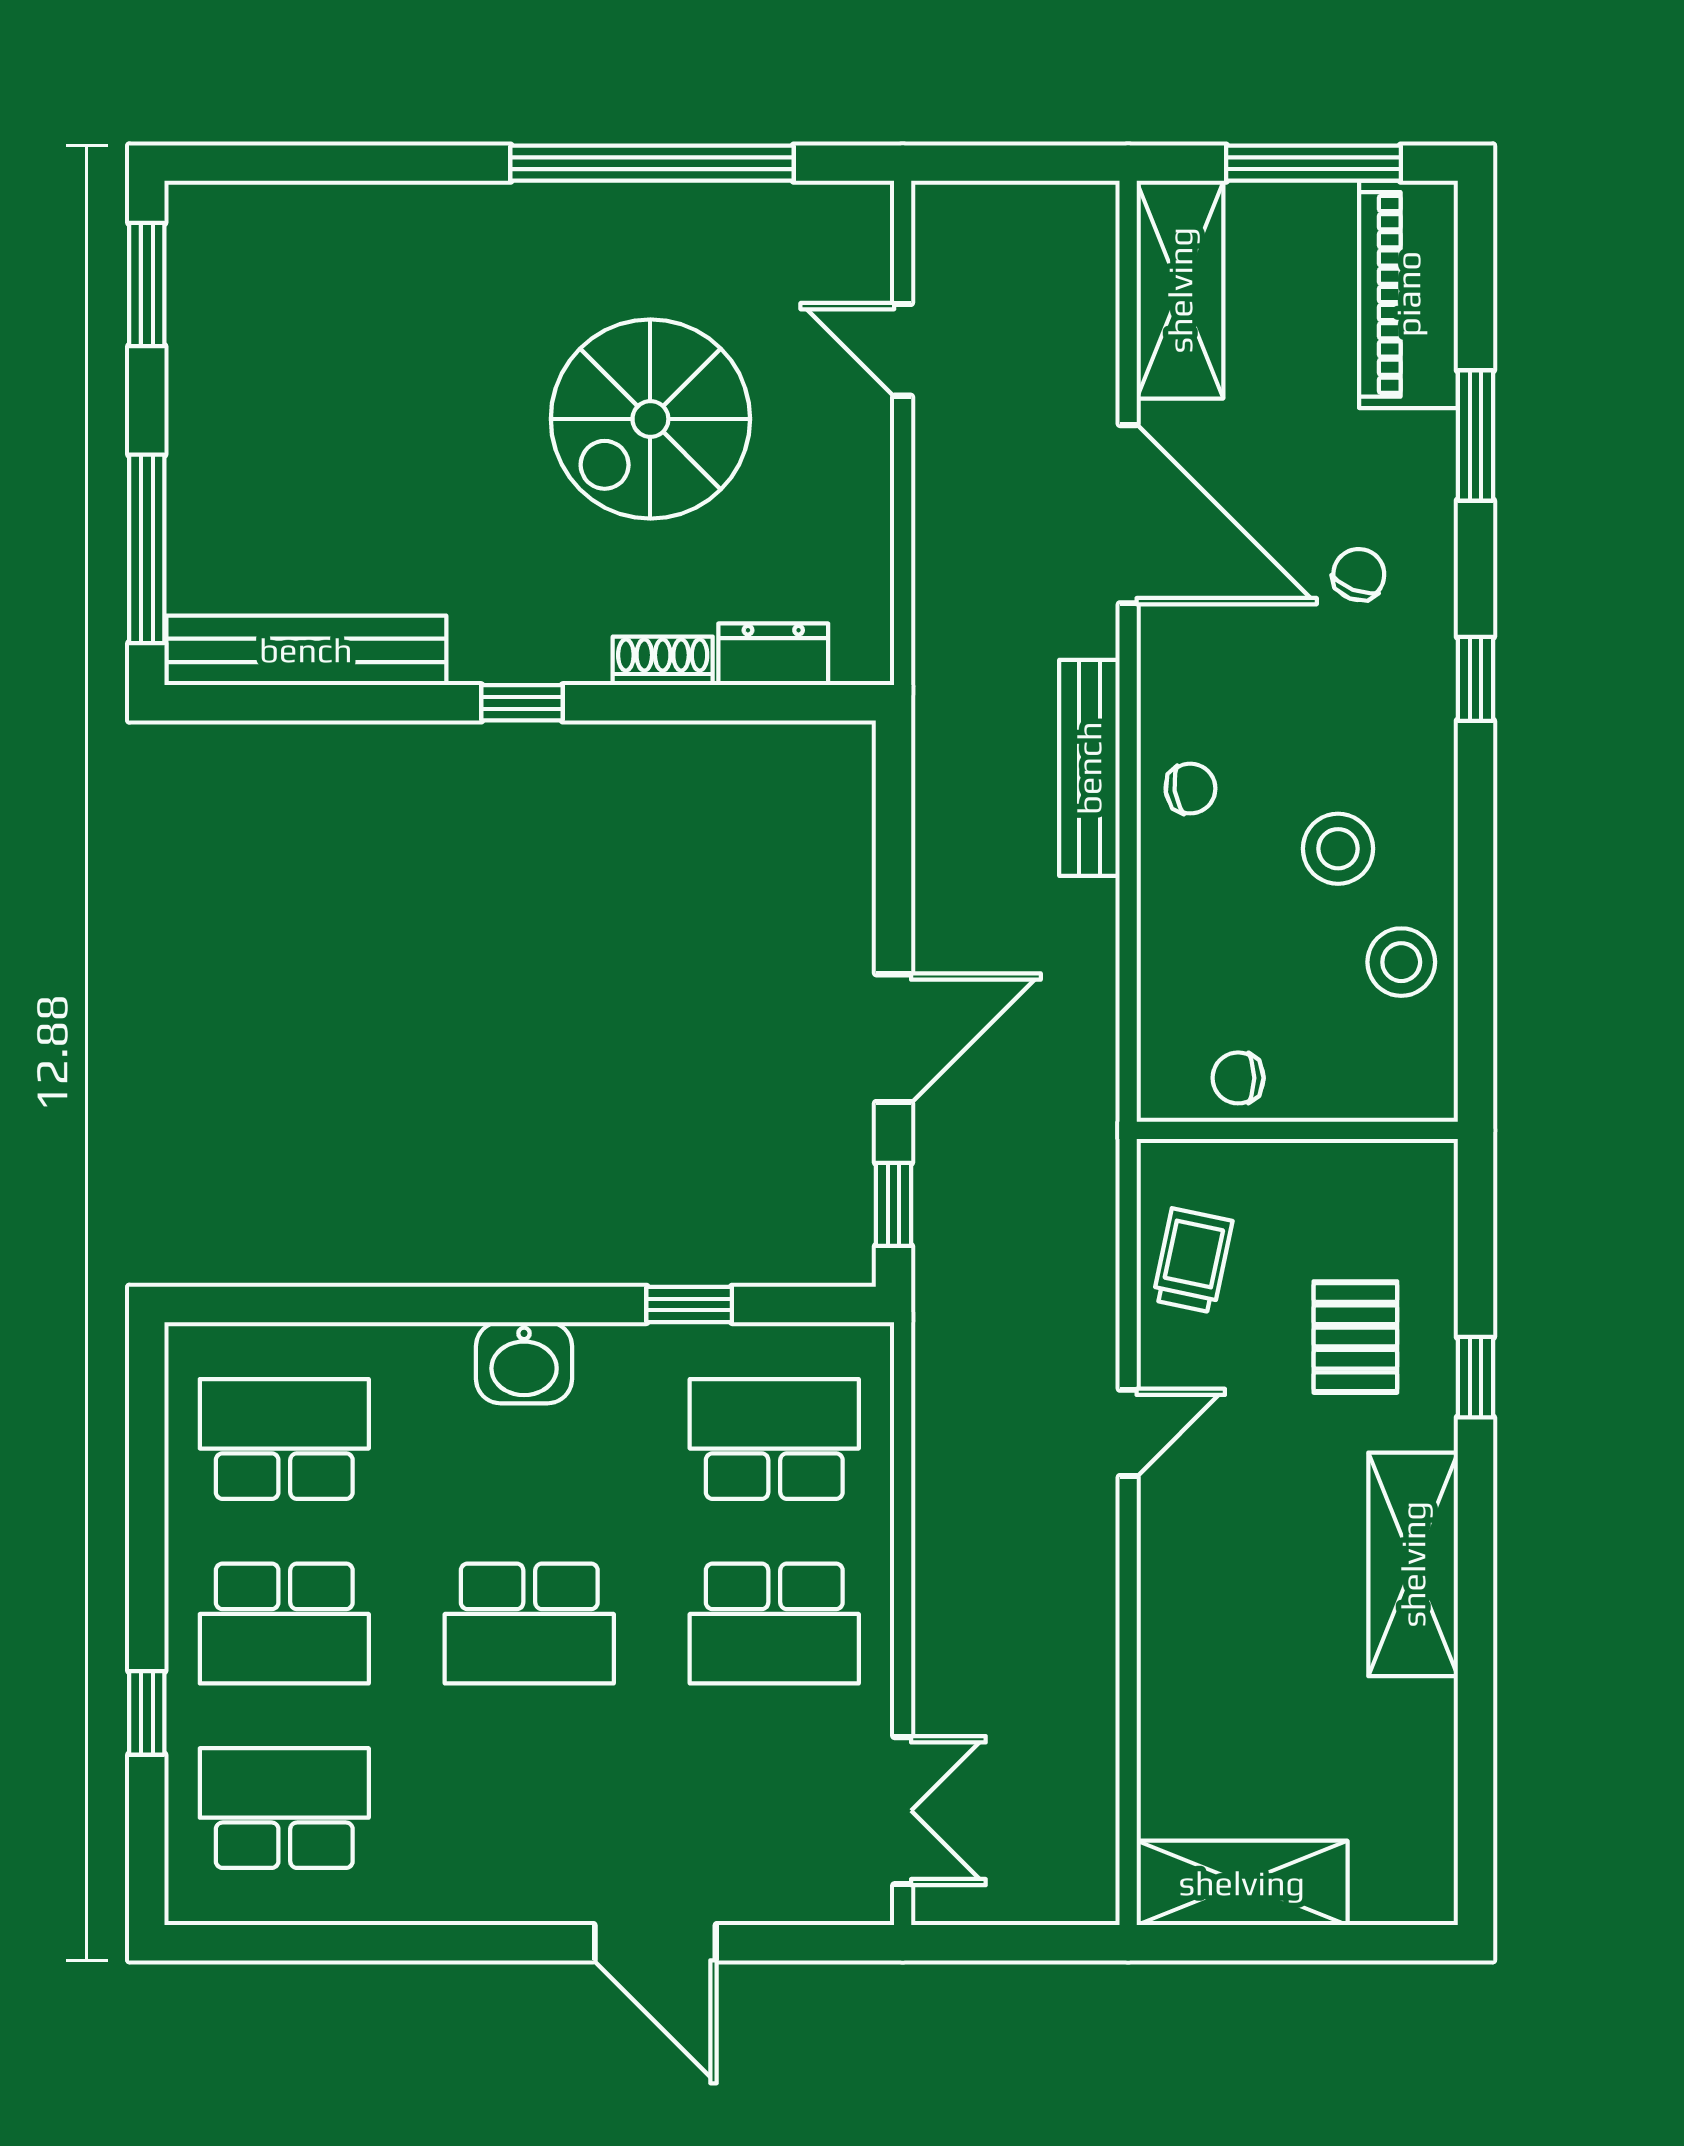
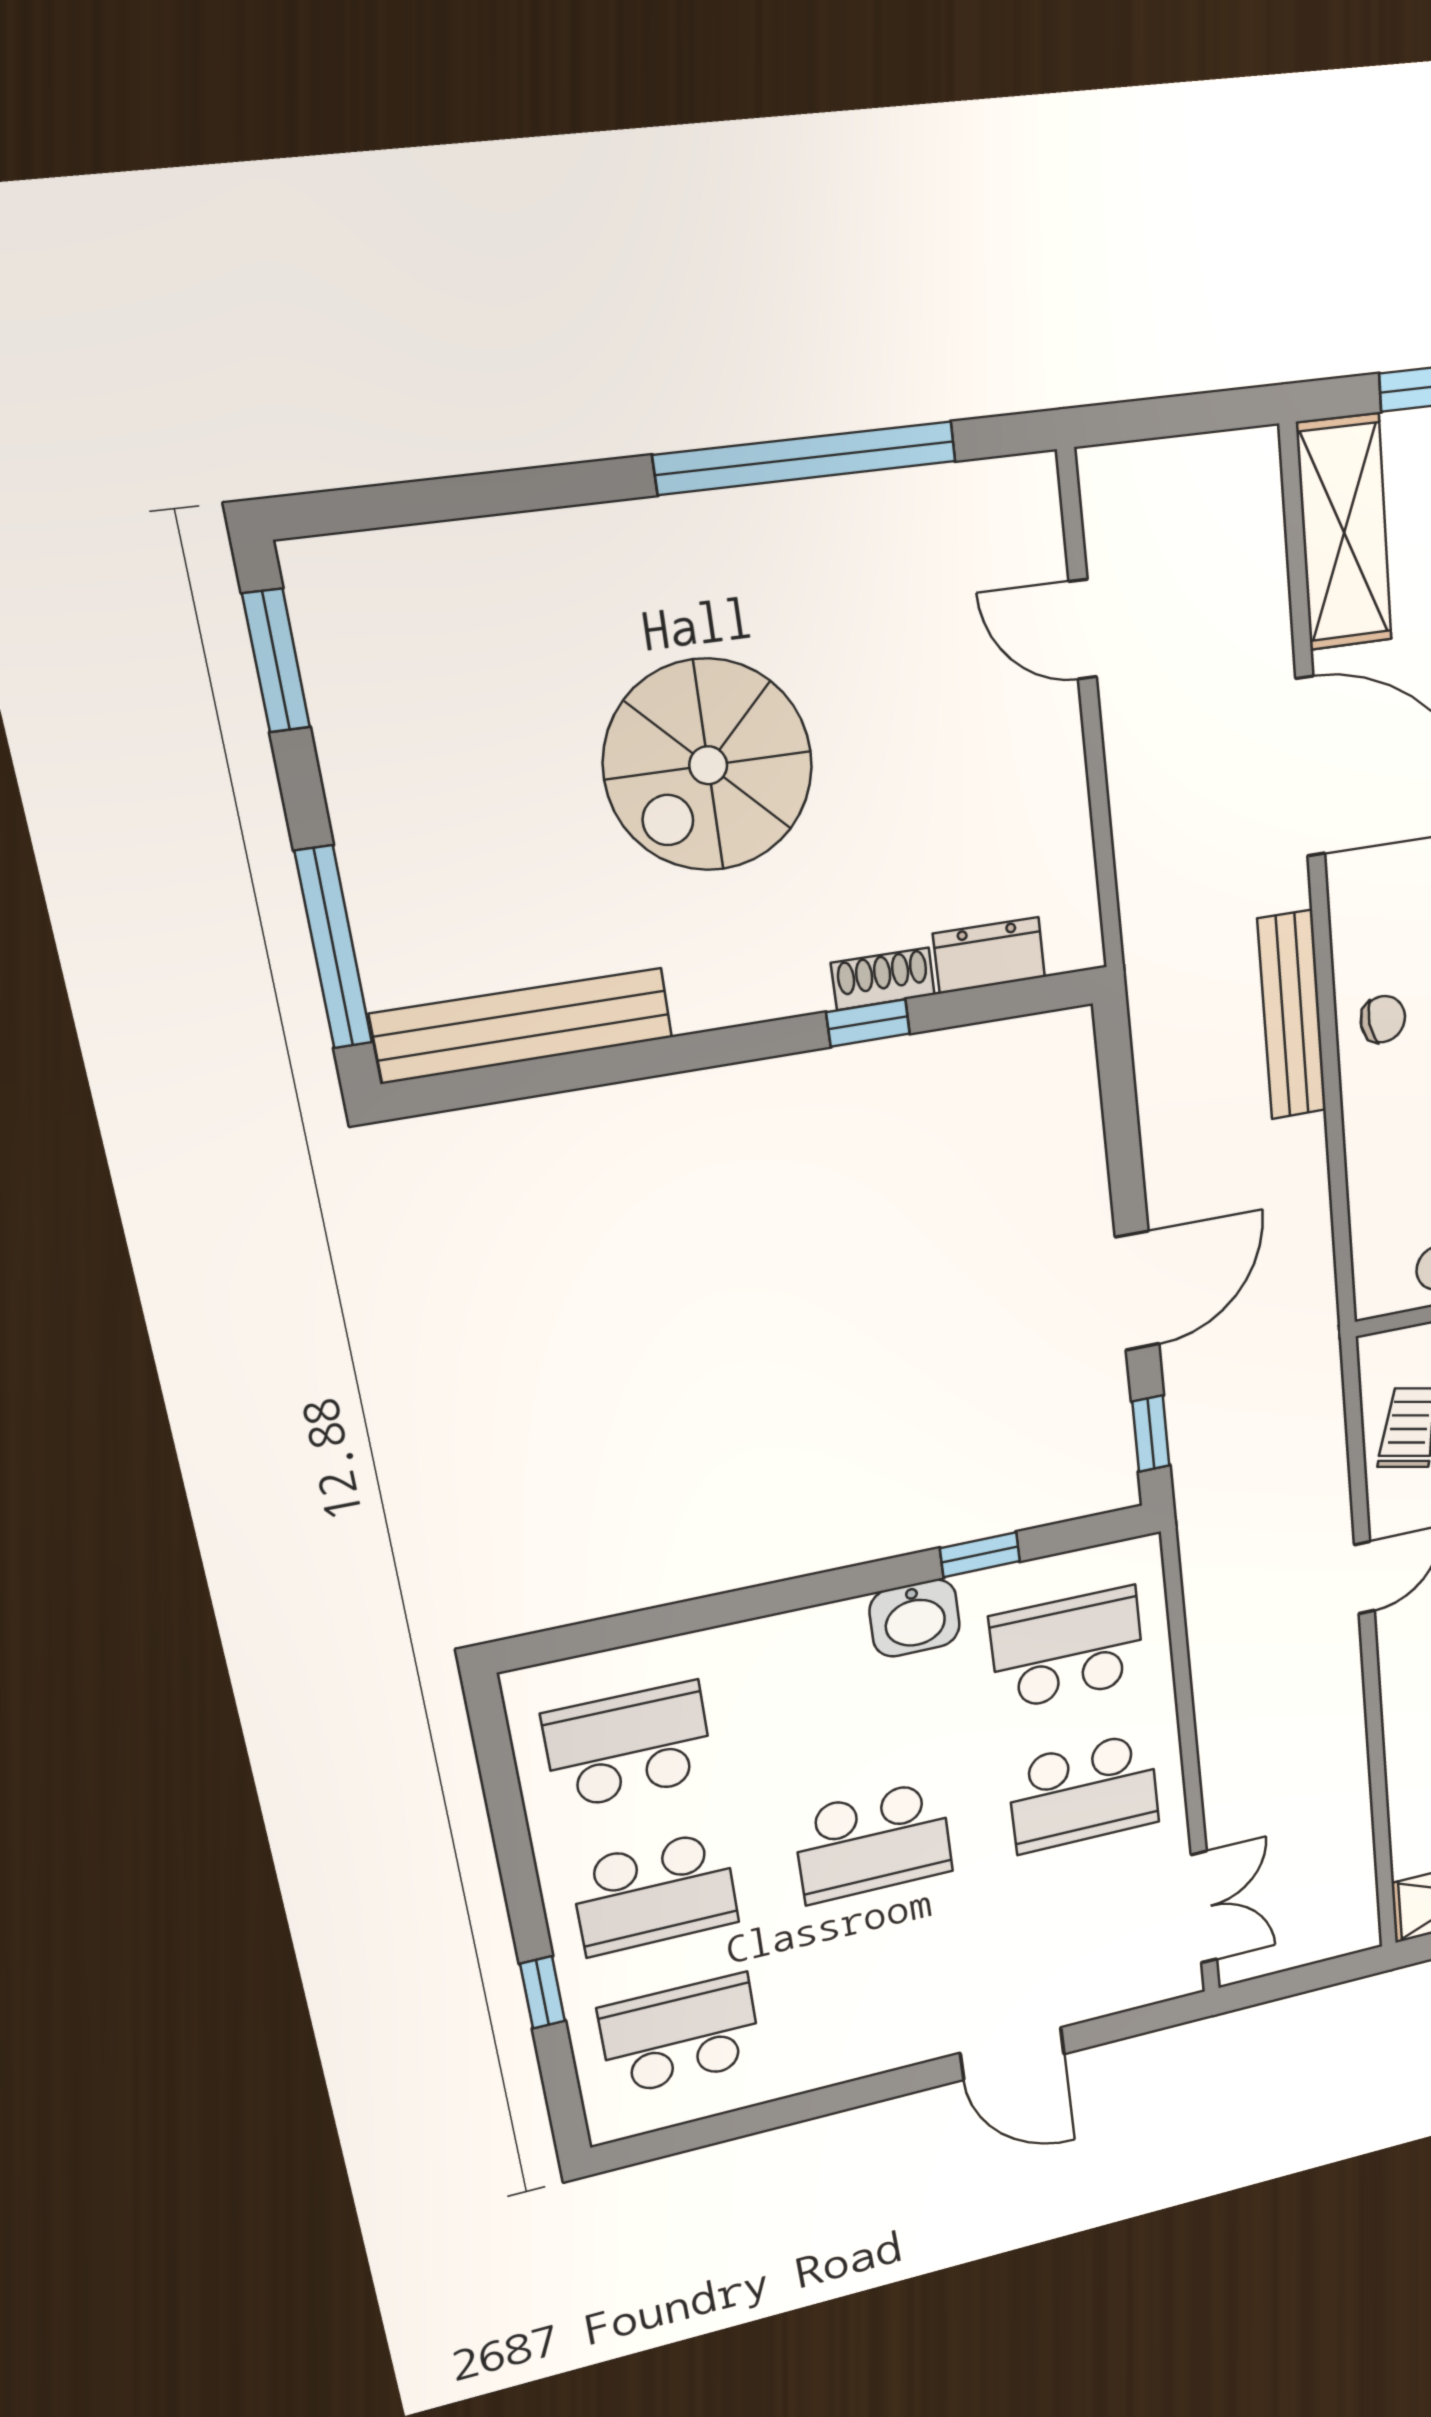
spiral stairs: (650, 419) -> (708, 765), moved
window: (522, 703) -> (868, 1023), moved
washbasin: (524, 1363) -> (915, 1618), moved

